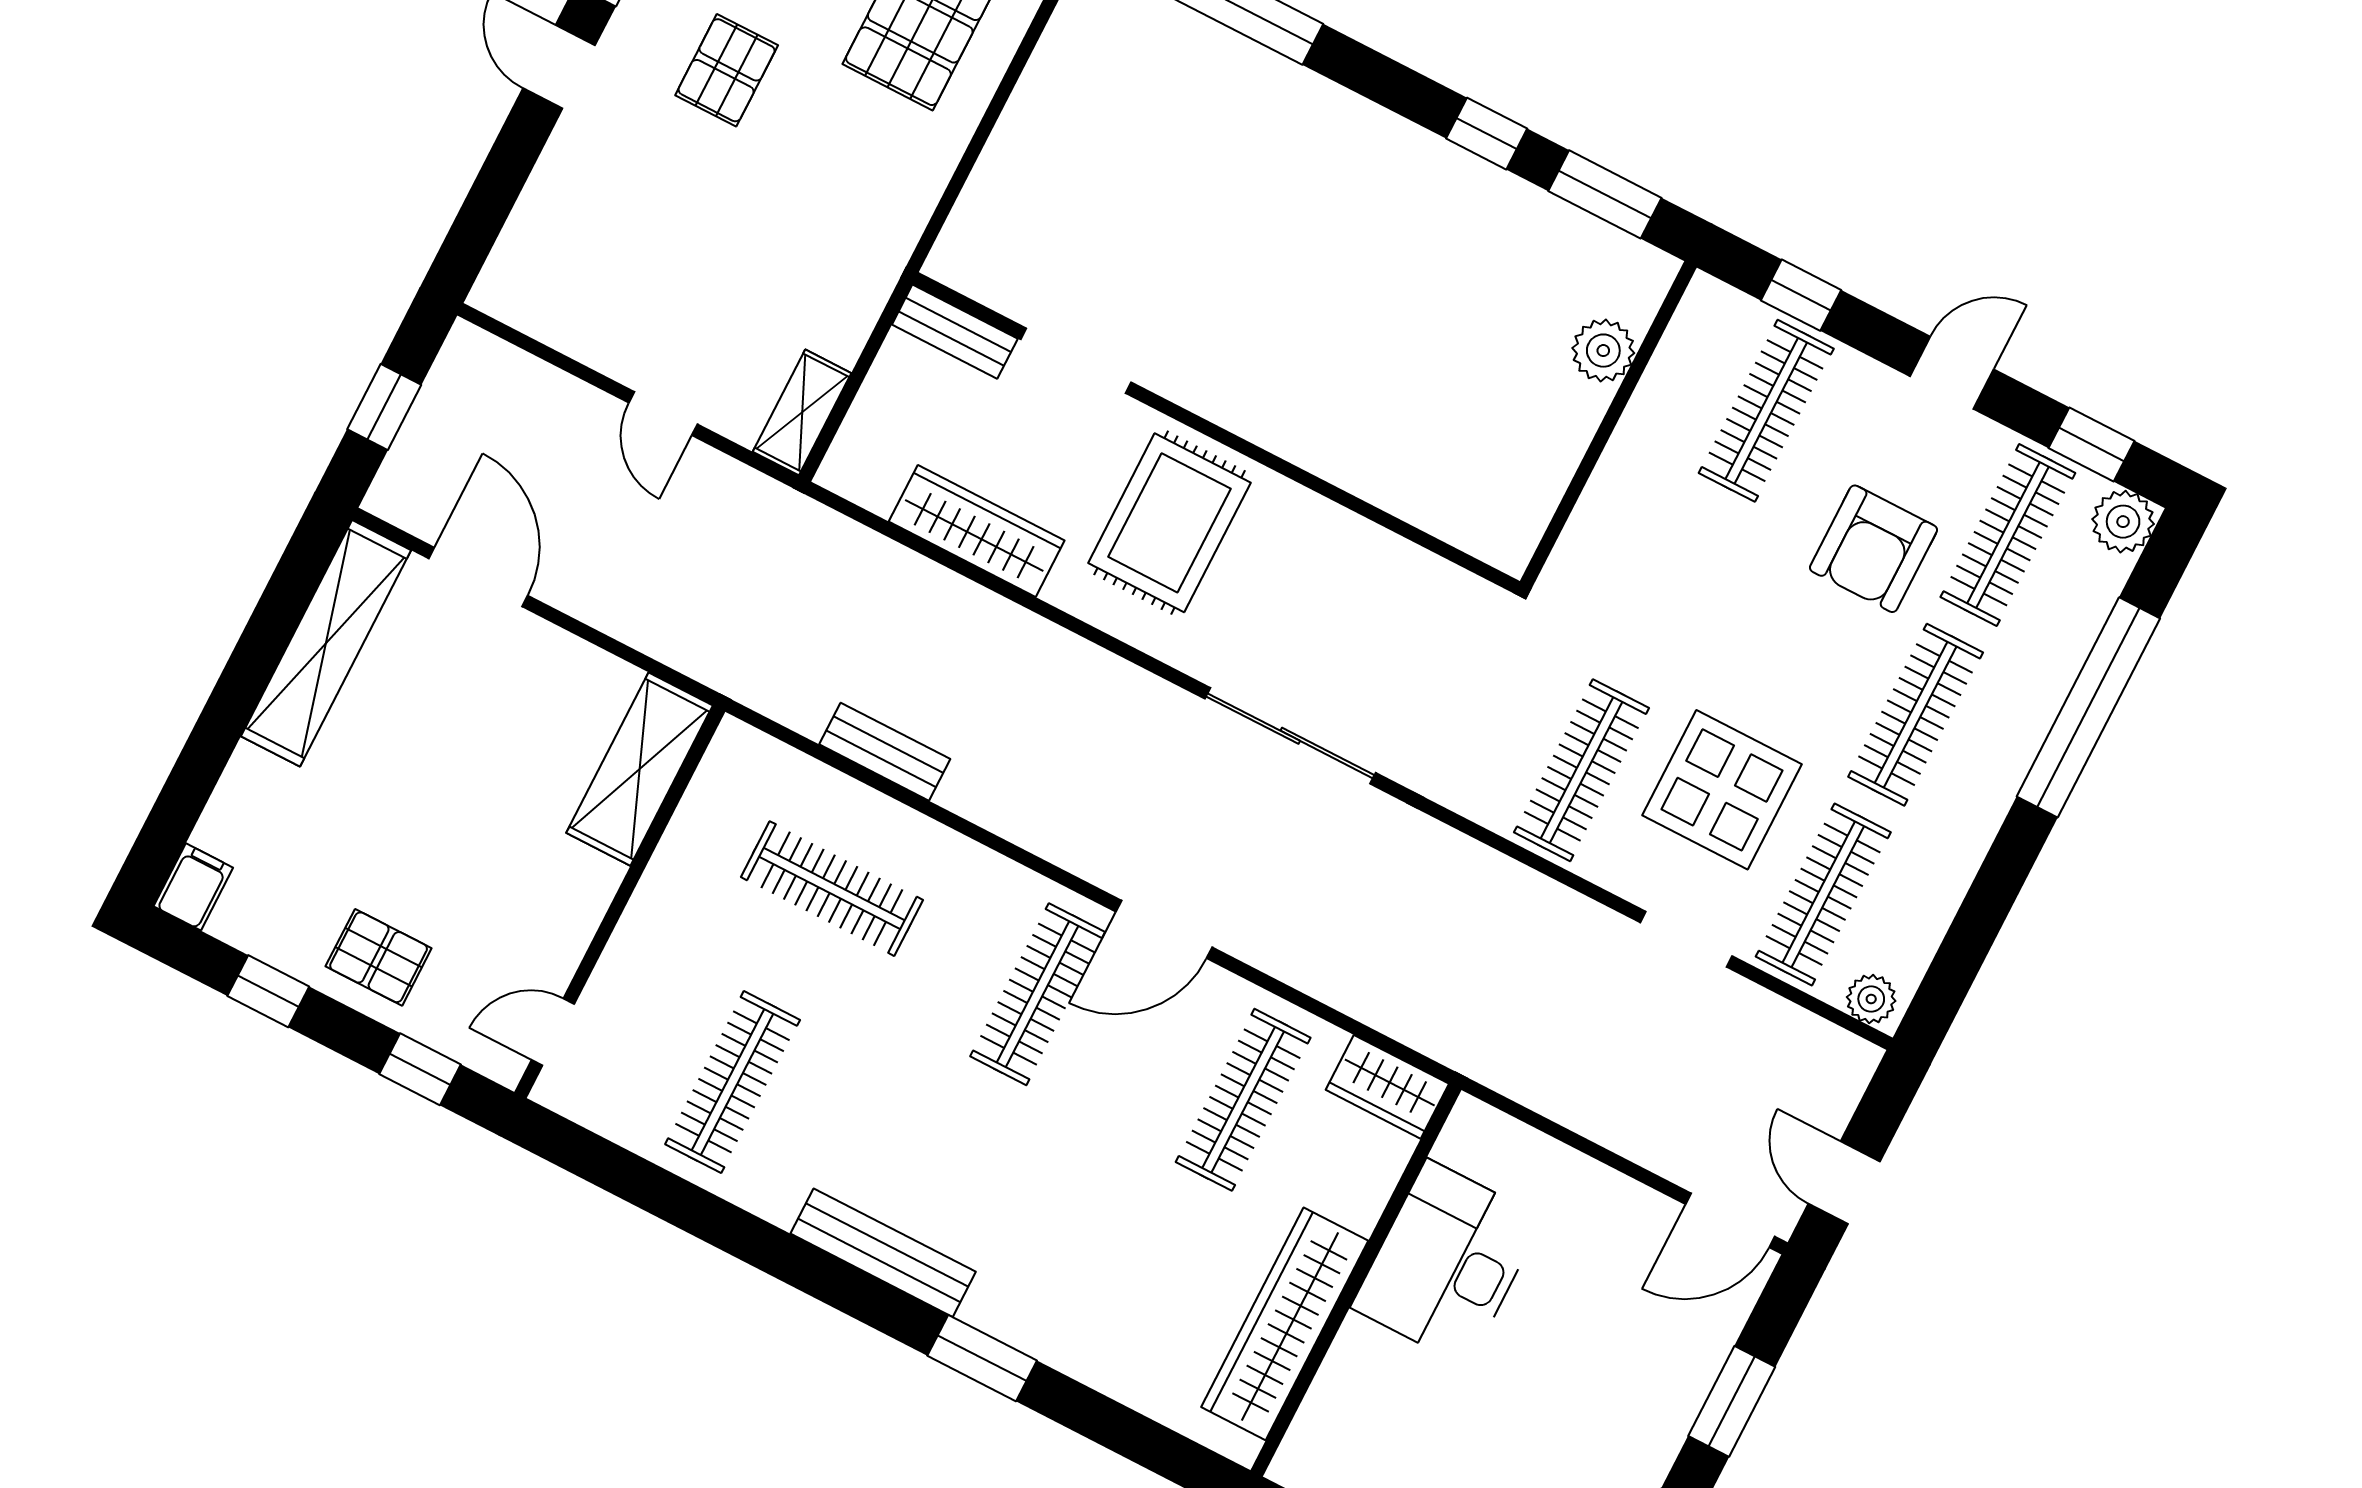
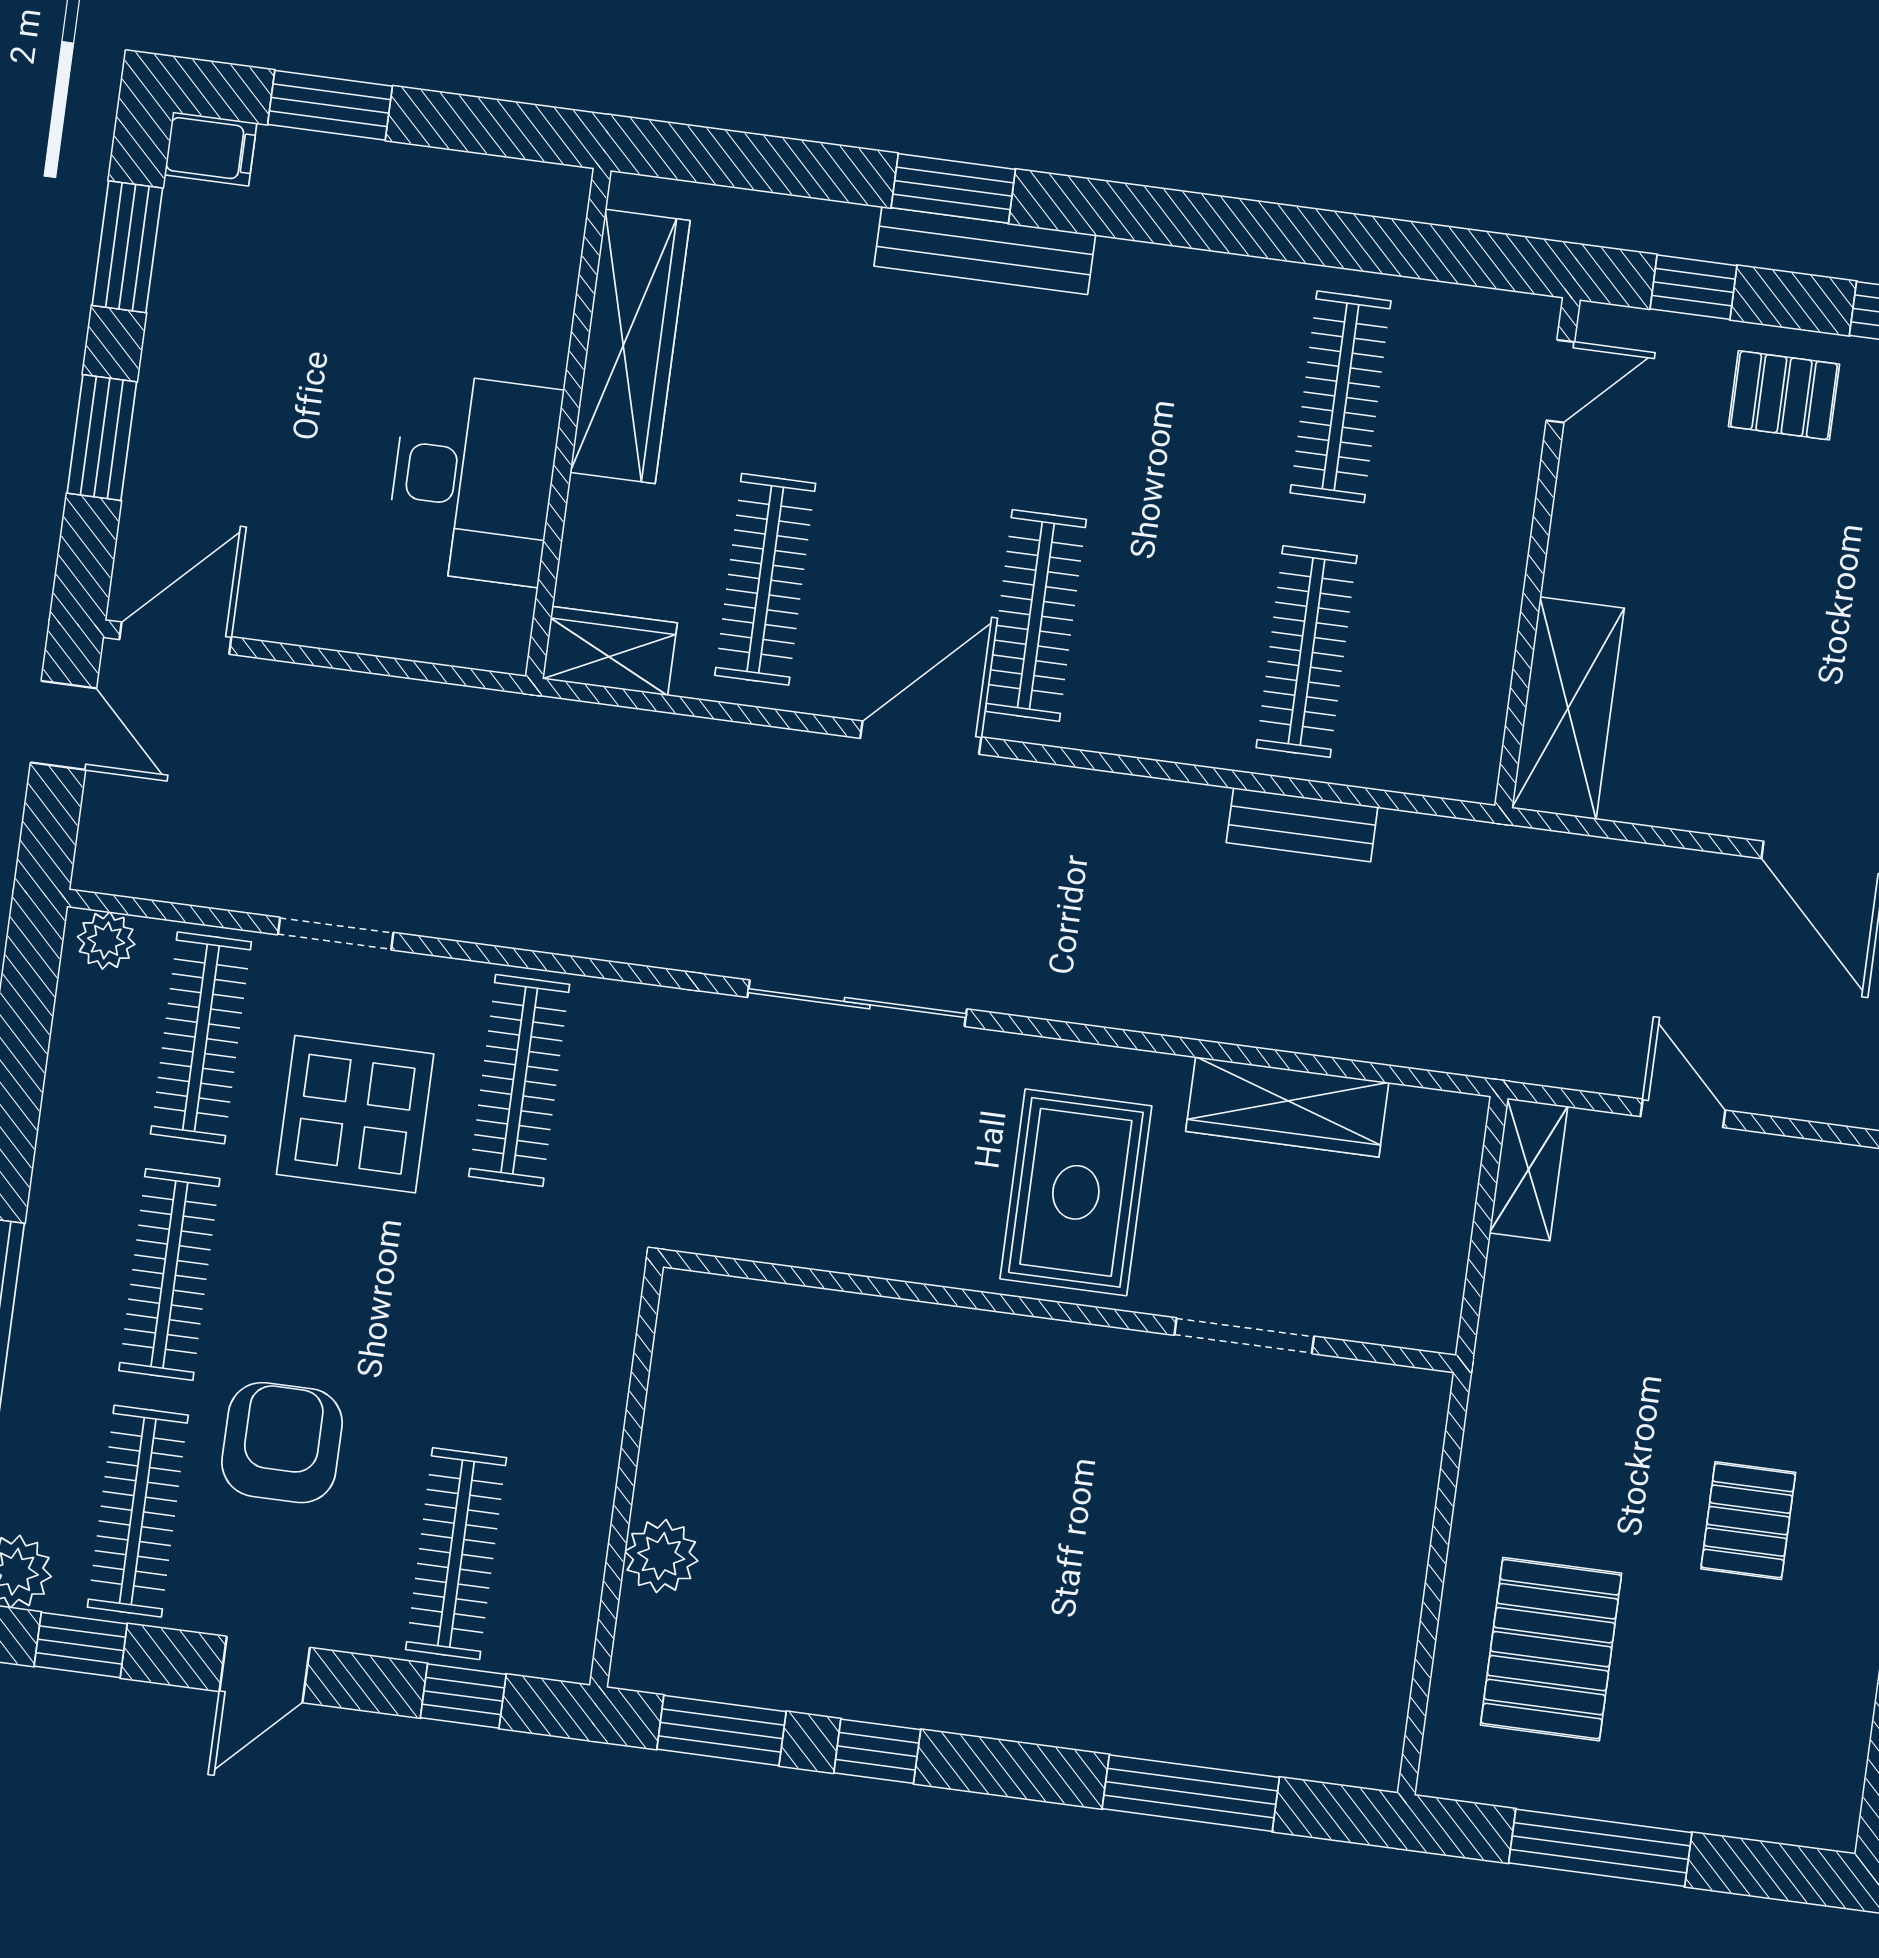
bench: (955, 332) -> (1391, 1320), removed
clothes rail: (832, 889) -> (1307, 652), turned 90
bench: (883, 1253) -> (985, 250), moved

